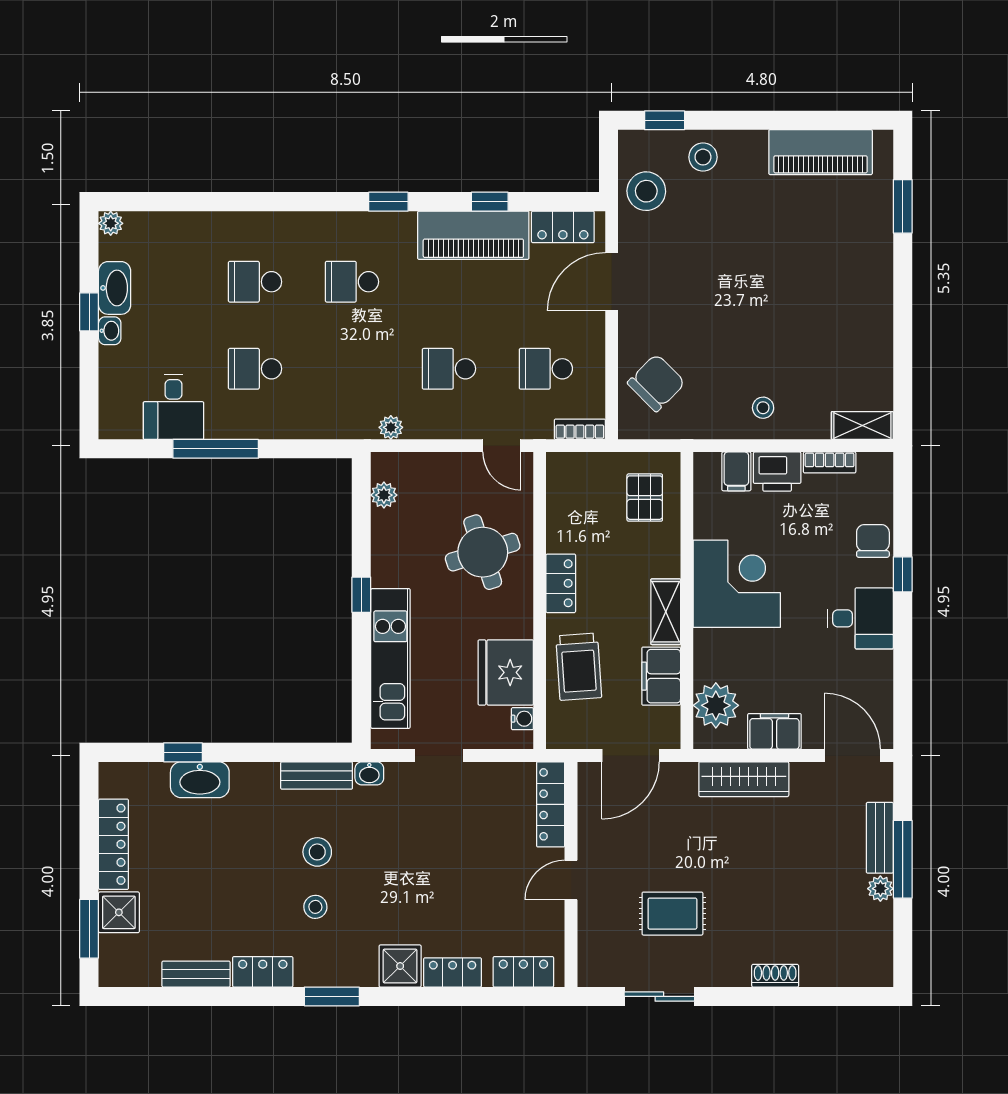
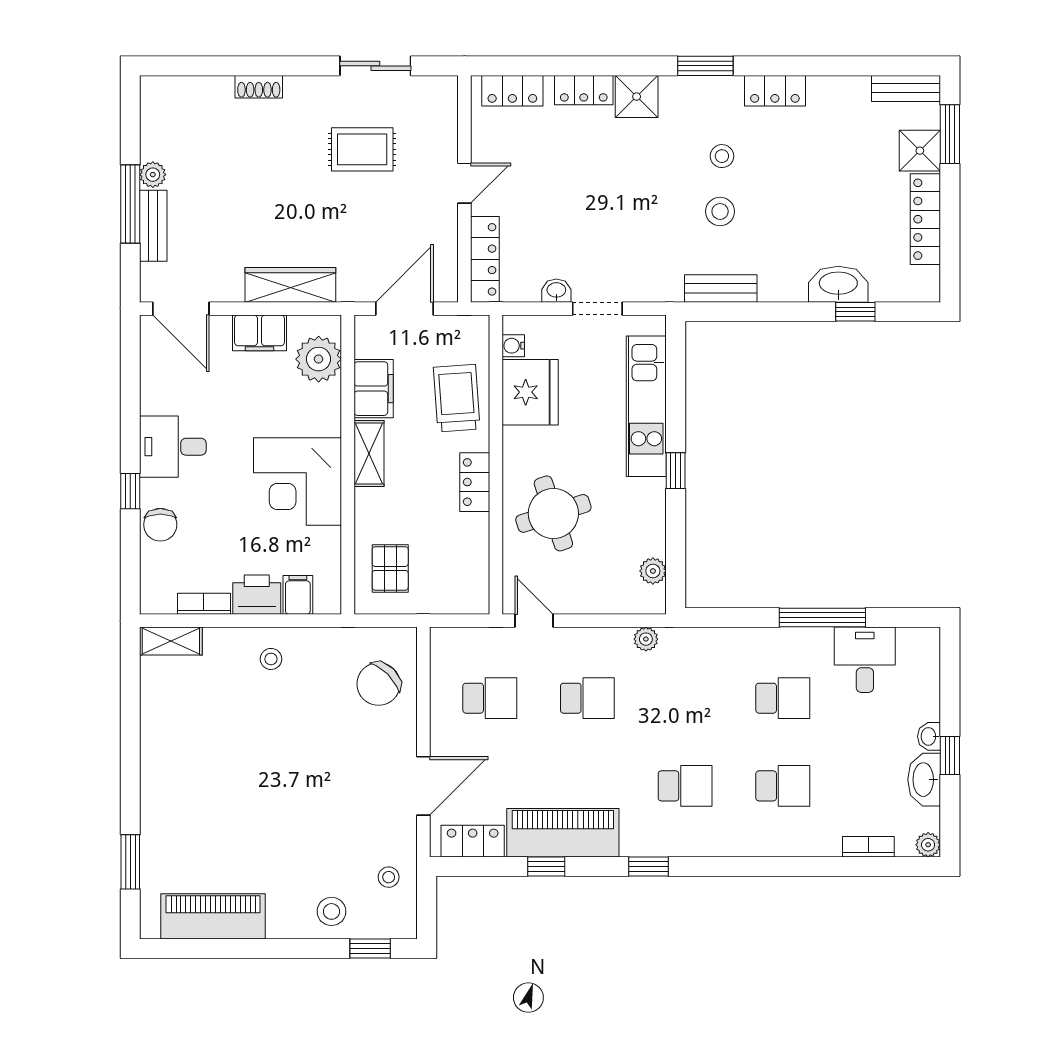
stool: (646, 191) -> (389, 877), width x0.53, depth x0.53
bookcase: (580, 429) -> (868, 847), moved, turned 180
washbasin: (369, 773) -> (556, 291), moved
bench: (196, 974) -> (906, 88), moved

